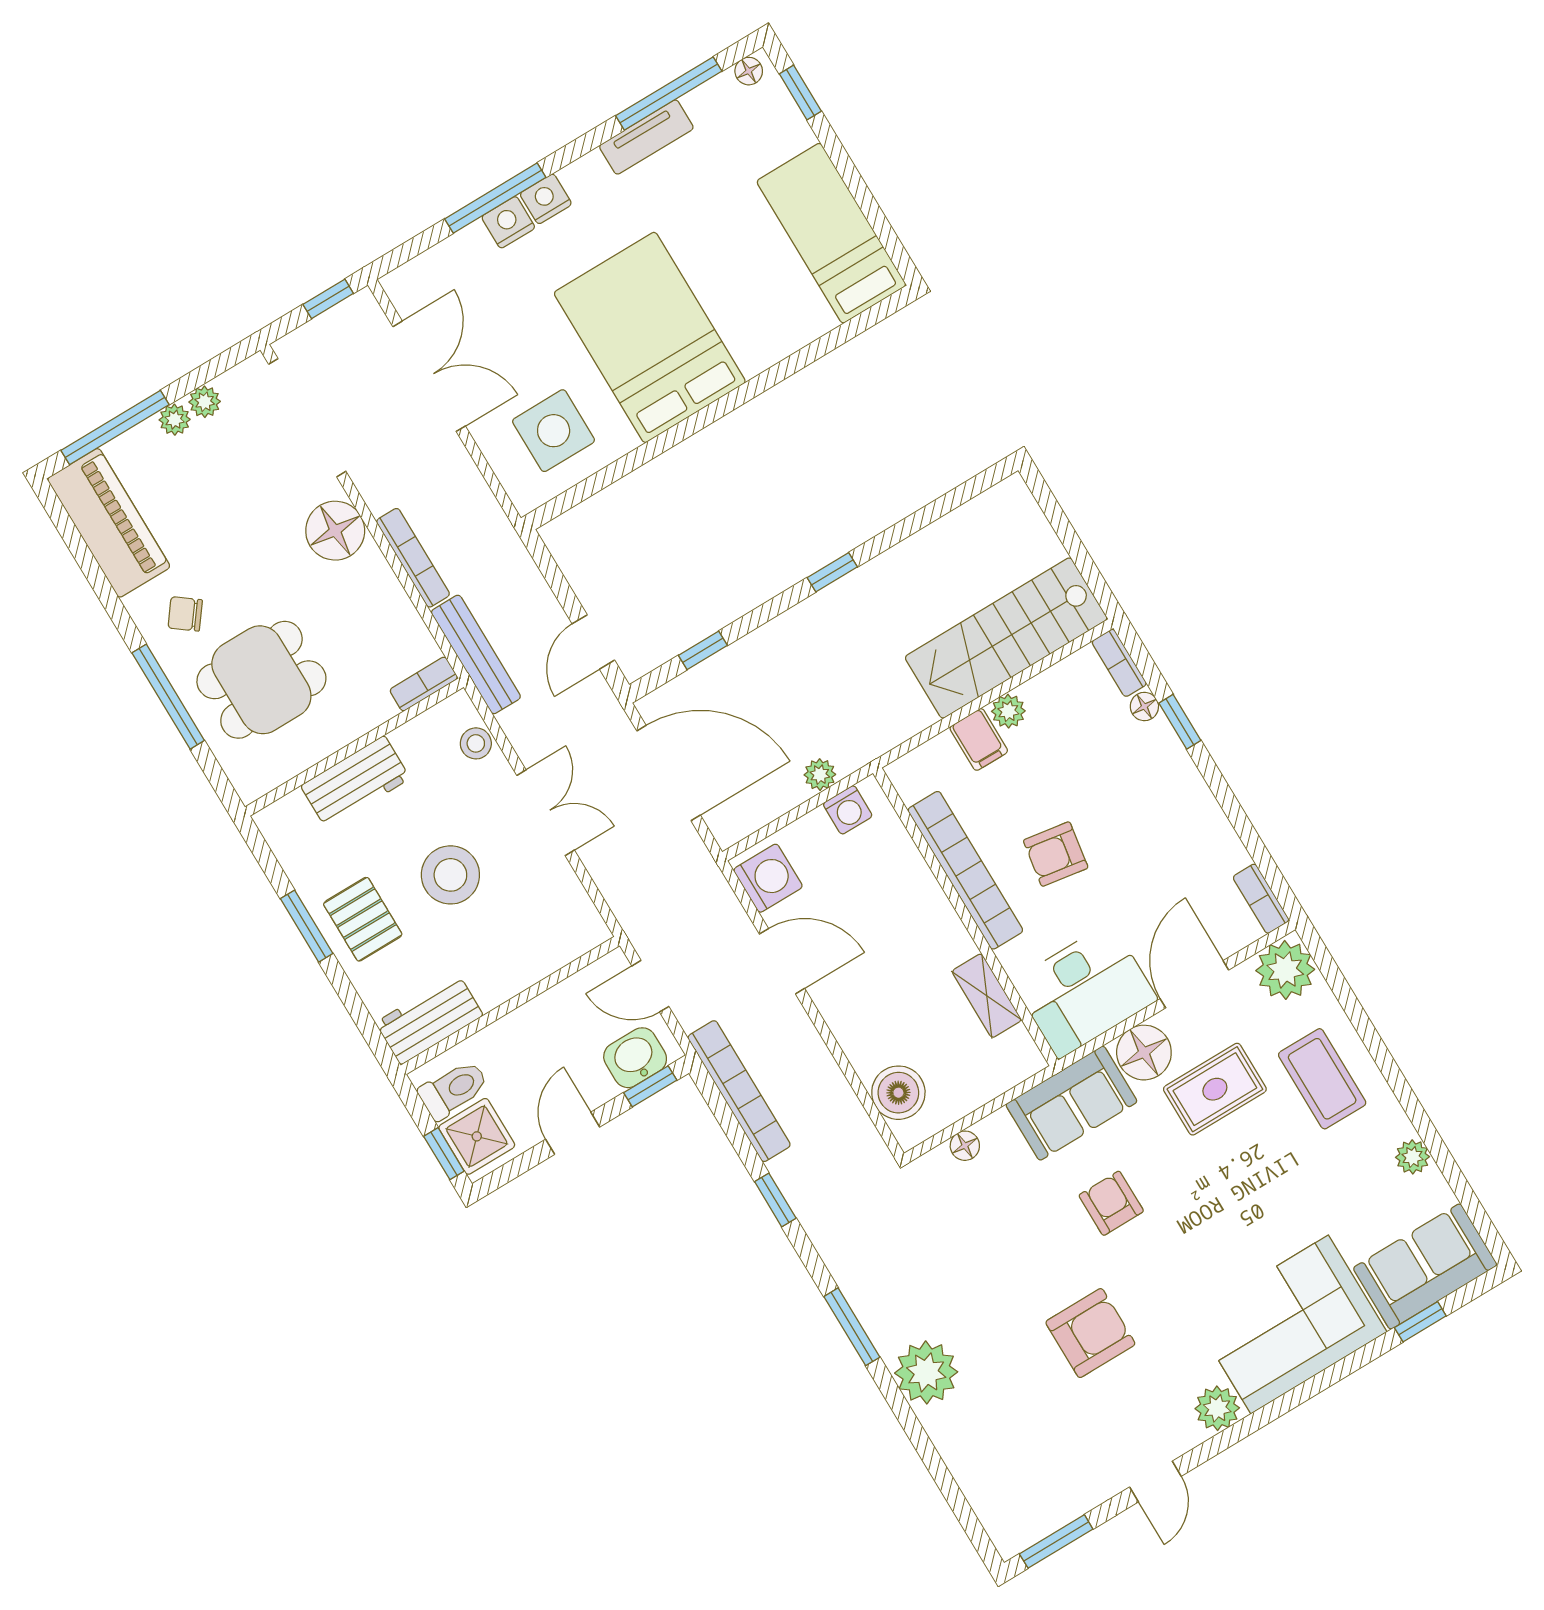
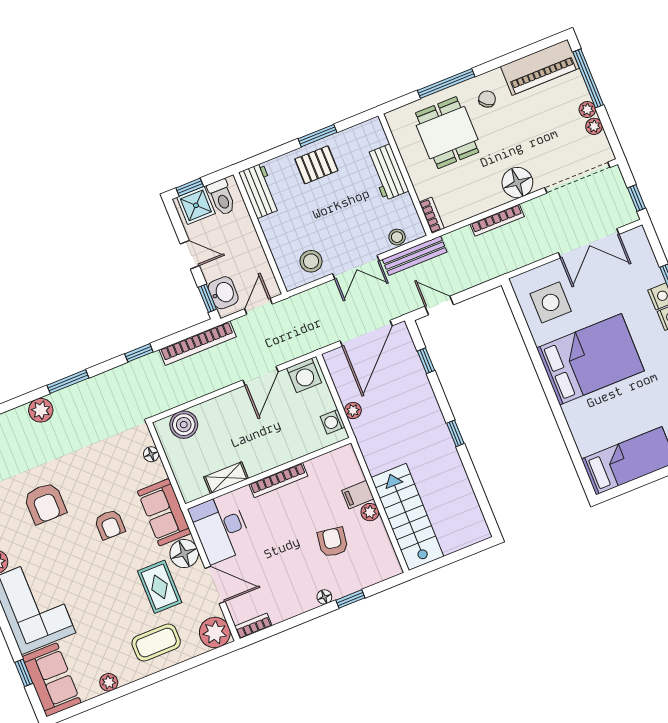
bench: (476, 654) -> (415, 256), moved
bookcase: (1119, 663) -> (386, 573), removed
floor lamp: (1144, 707) -> (324, 597), moved
armchair: (1056, 854) -> (333, 542), moved
bookcase: (965, 870) -> (278, 480), width x0.68, depth x0.76
stool: (450, 875) -> (311, 261), moved, width x0.73, depth x0.73
armchair: (1111, 1203) -> (110, 524), turned 90
plant: (926, 1372) -> (41, 410), width x0.73, depth x0.73

